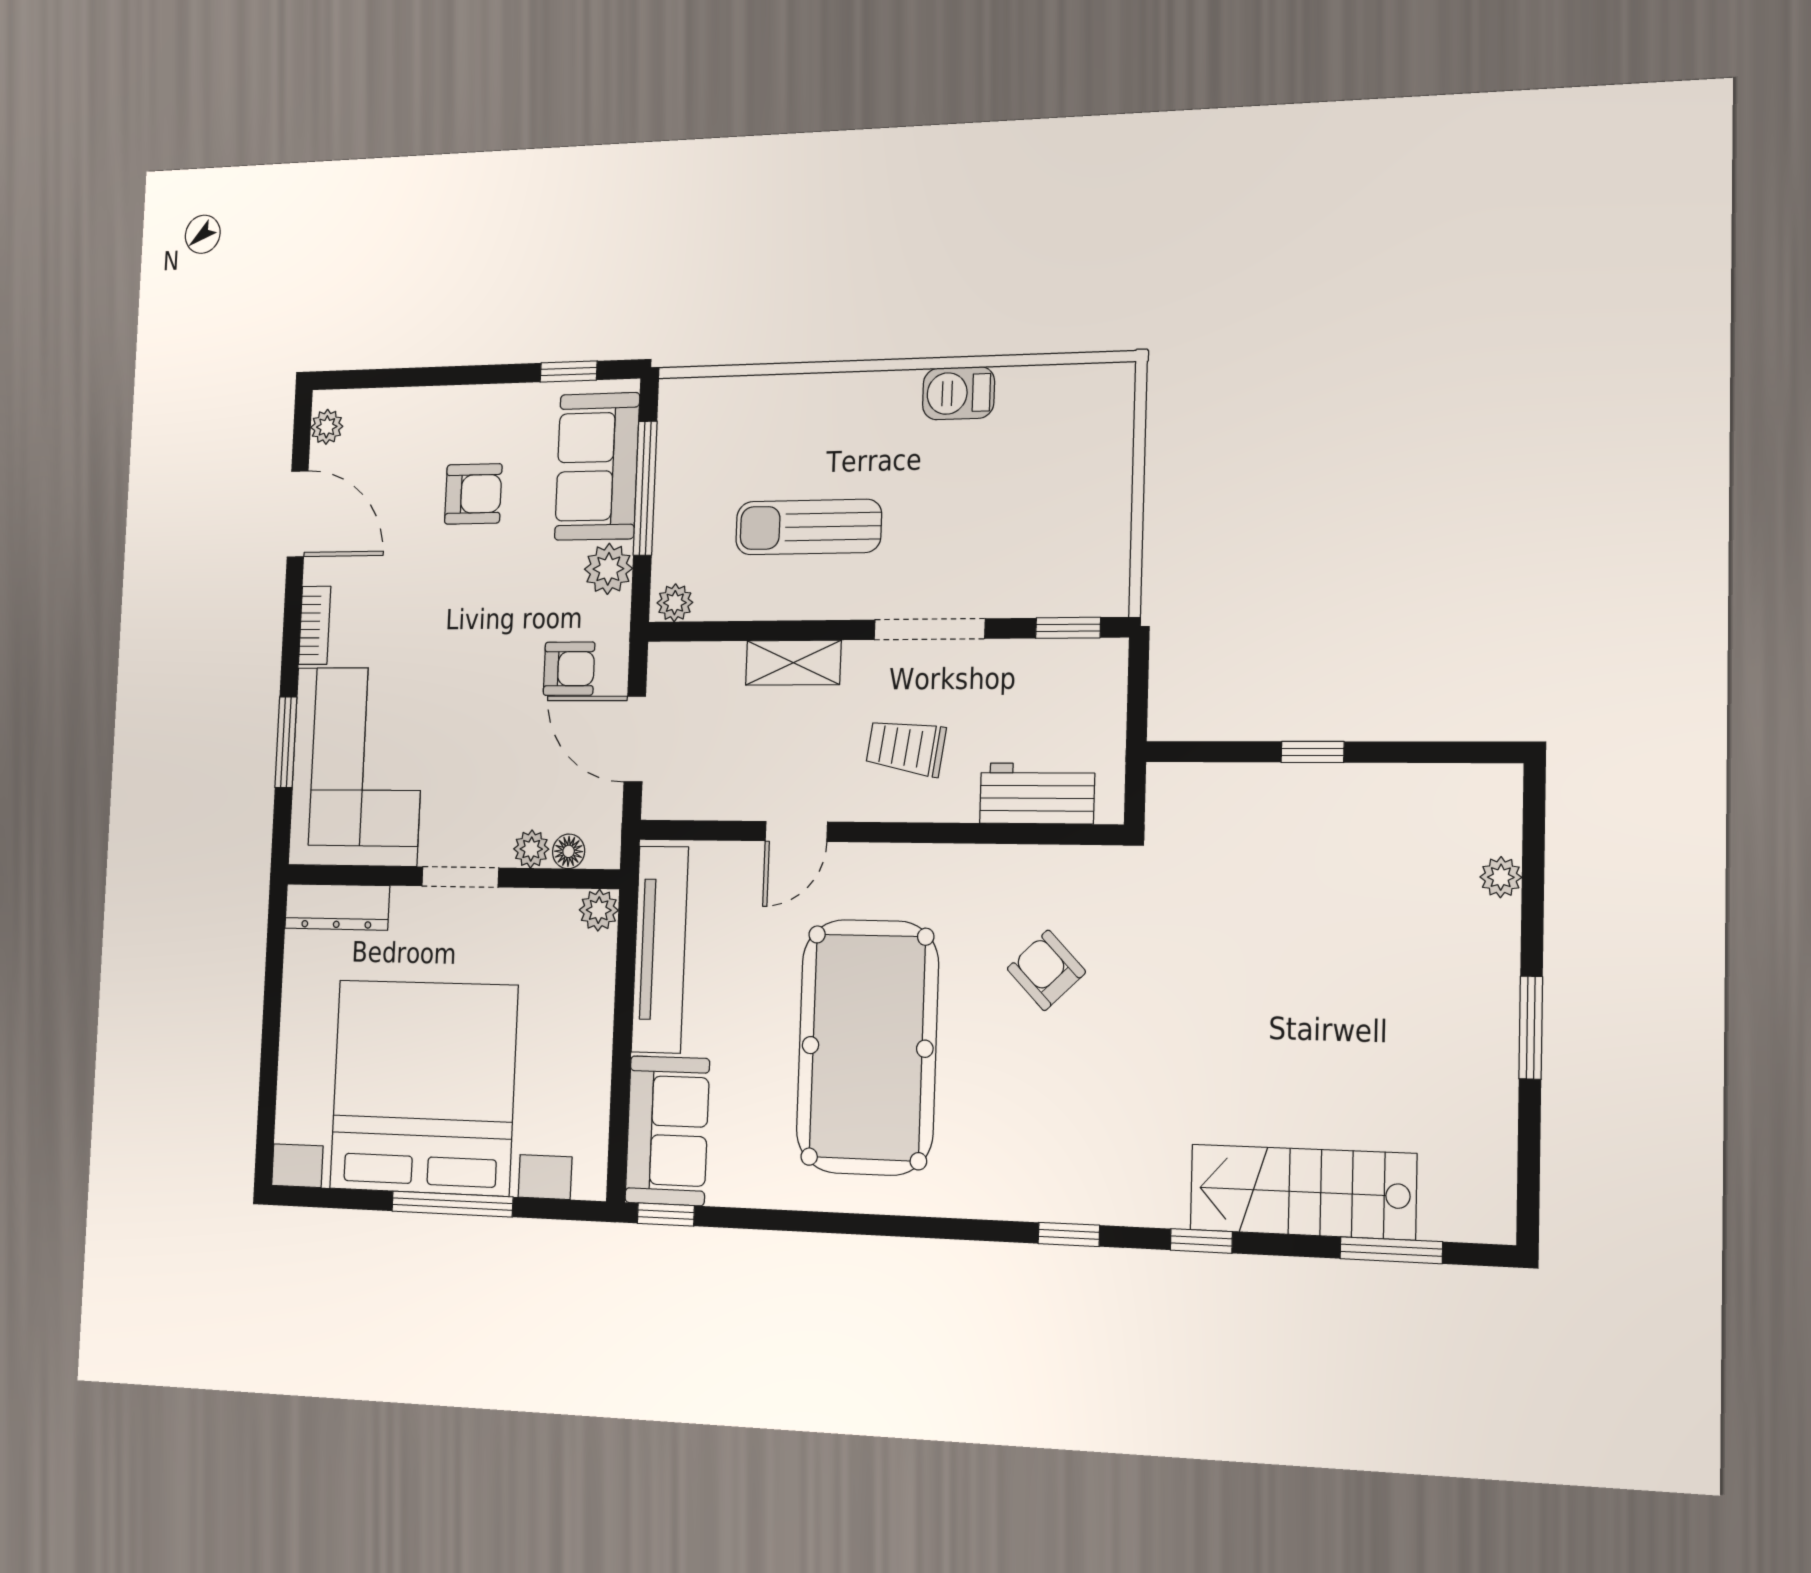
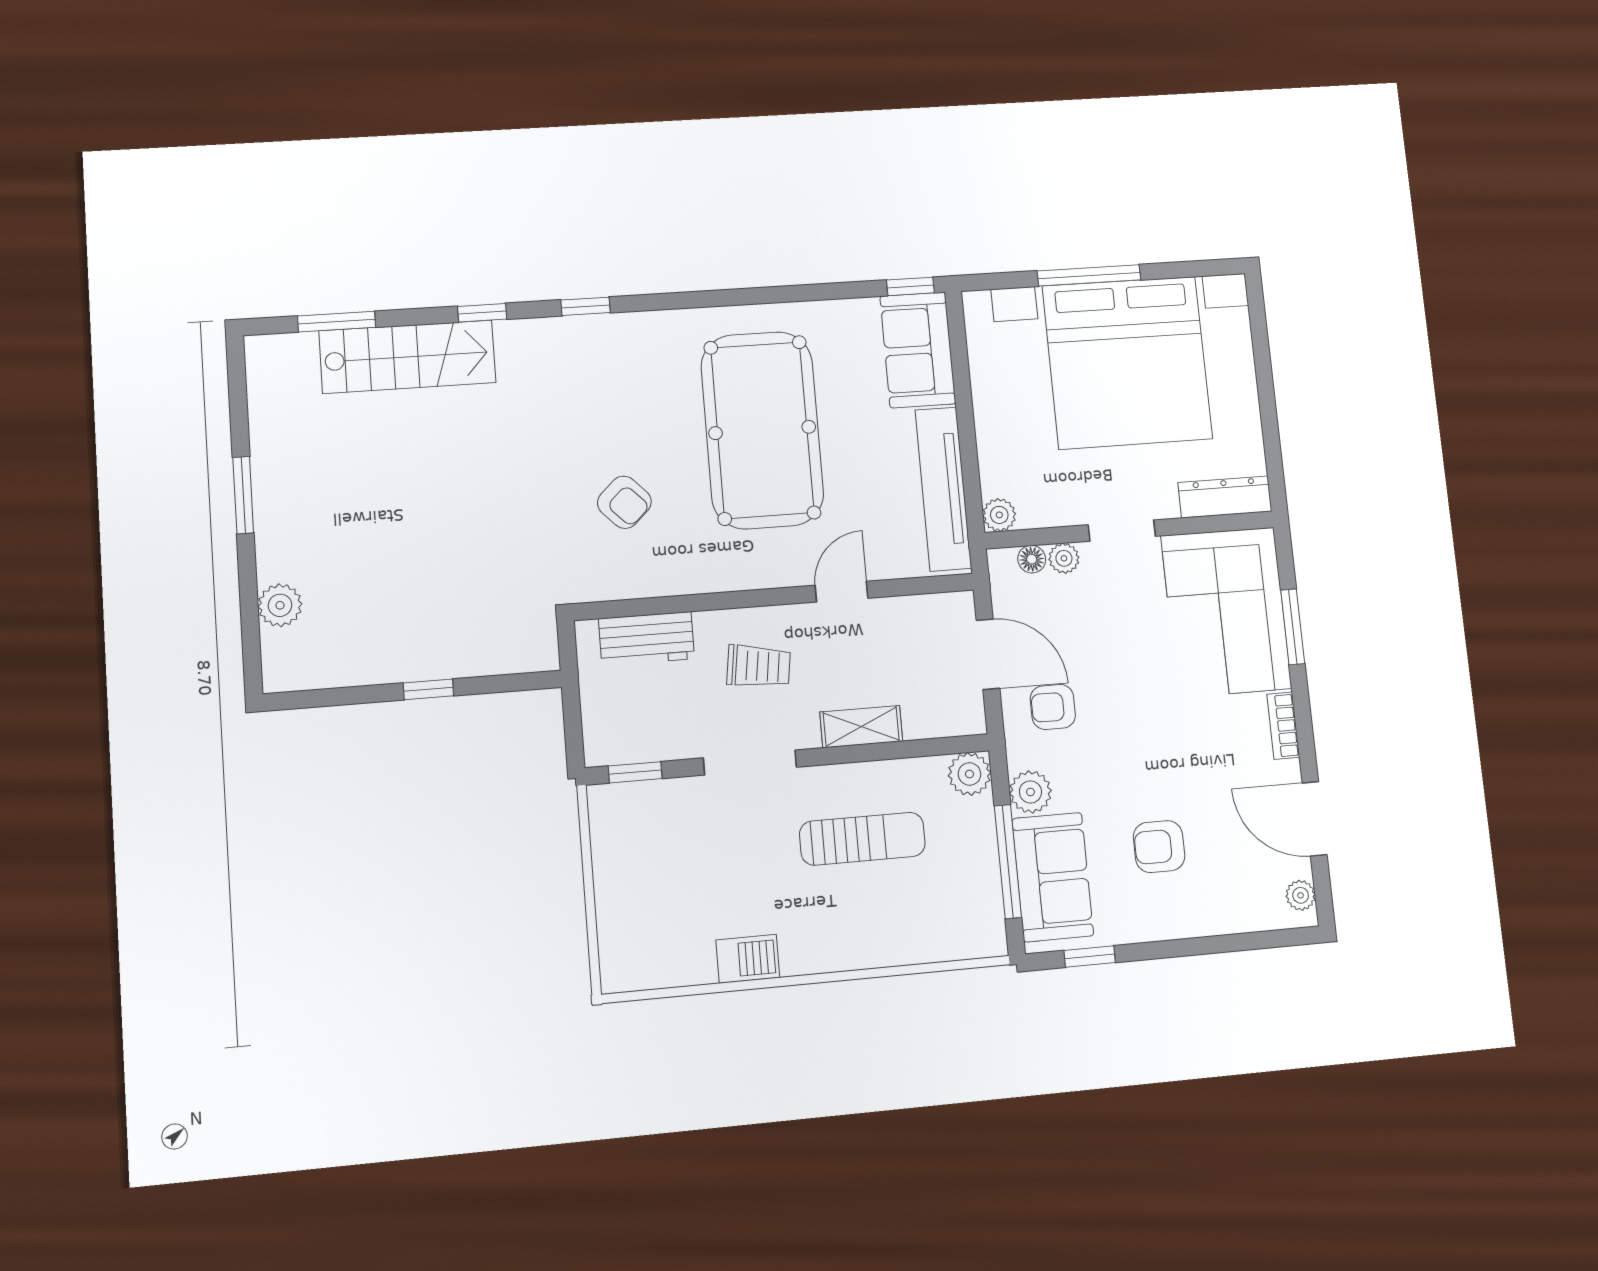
plant: (675, 603) -> (969, 774), width x1.38, depth x1.38
plant: (1501, 877) -> (280, 605), width x1.38, depth x1.38

